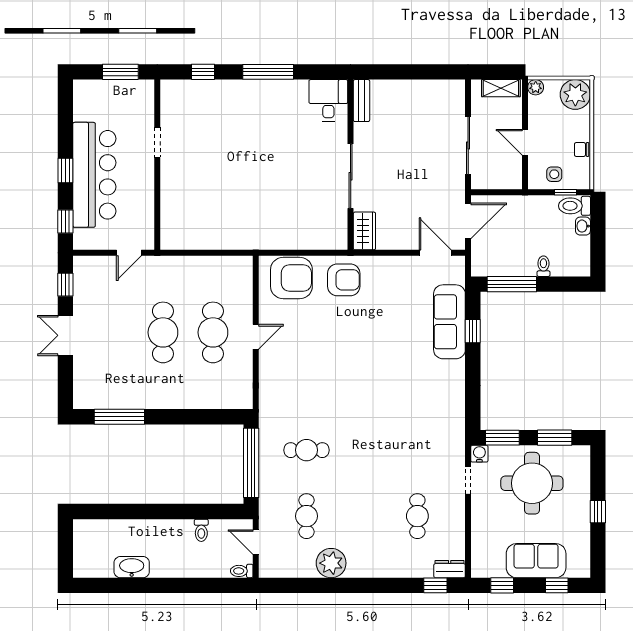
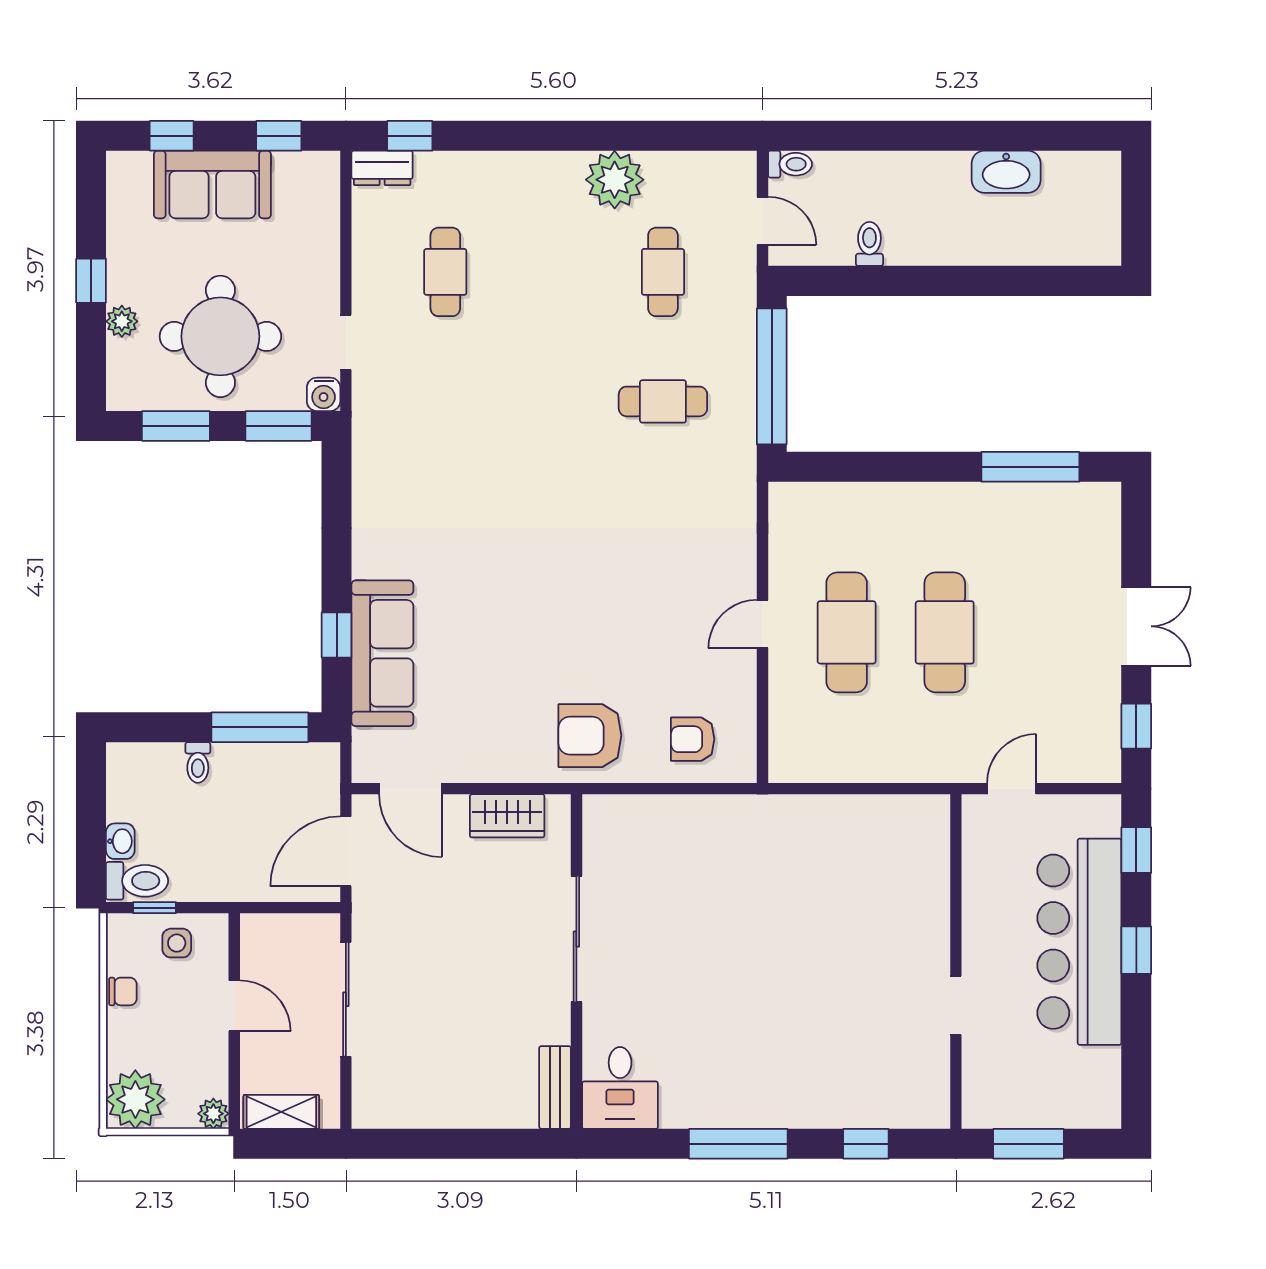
wardrobe: (364, 231) -> (507, 816), moved, turned -90
armchair: (291, 278) -> (693, 739), width x0.53, depth x0.53
plant: (582, 491) -> (122, 321), added

